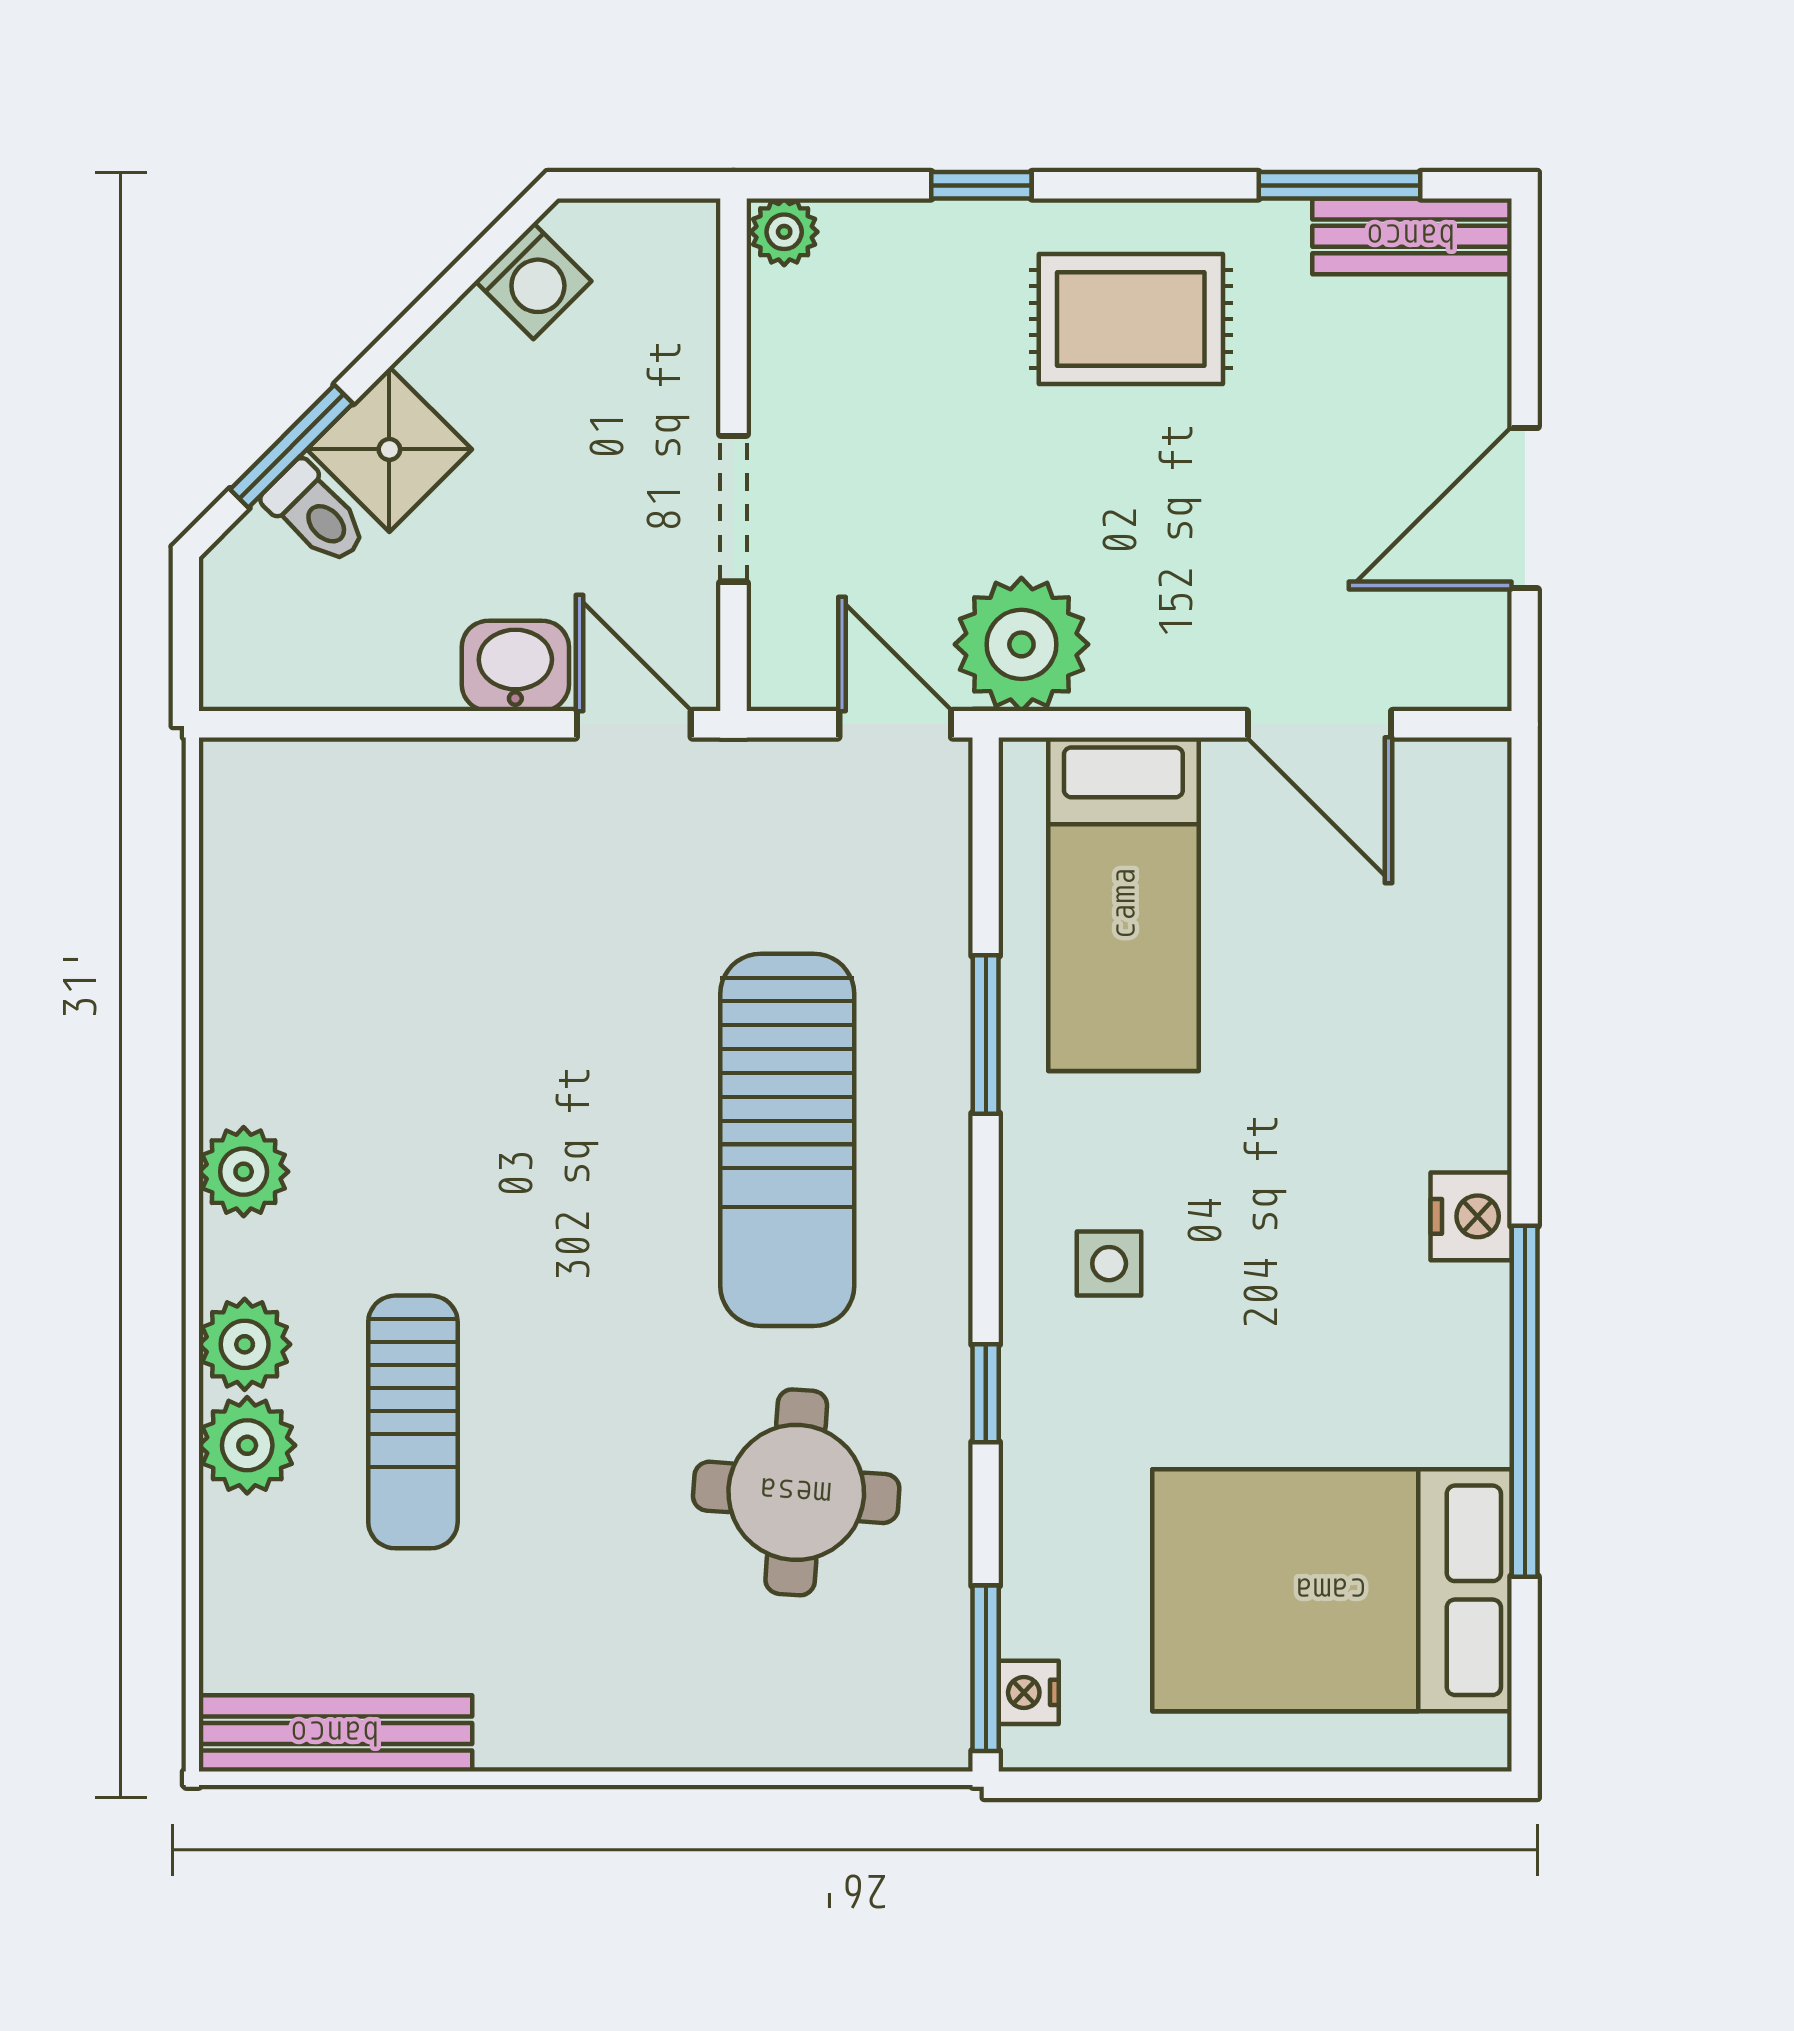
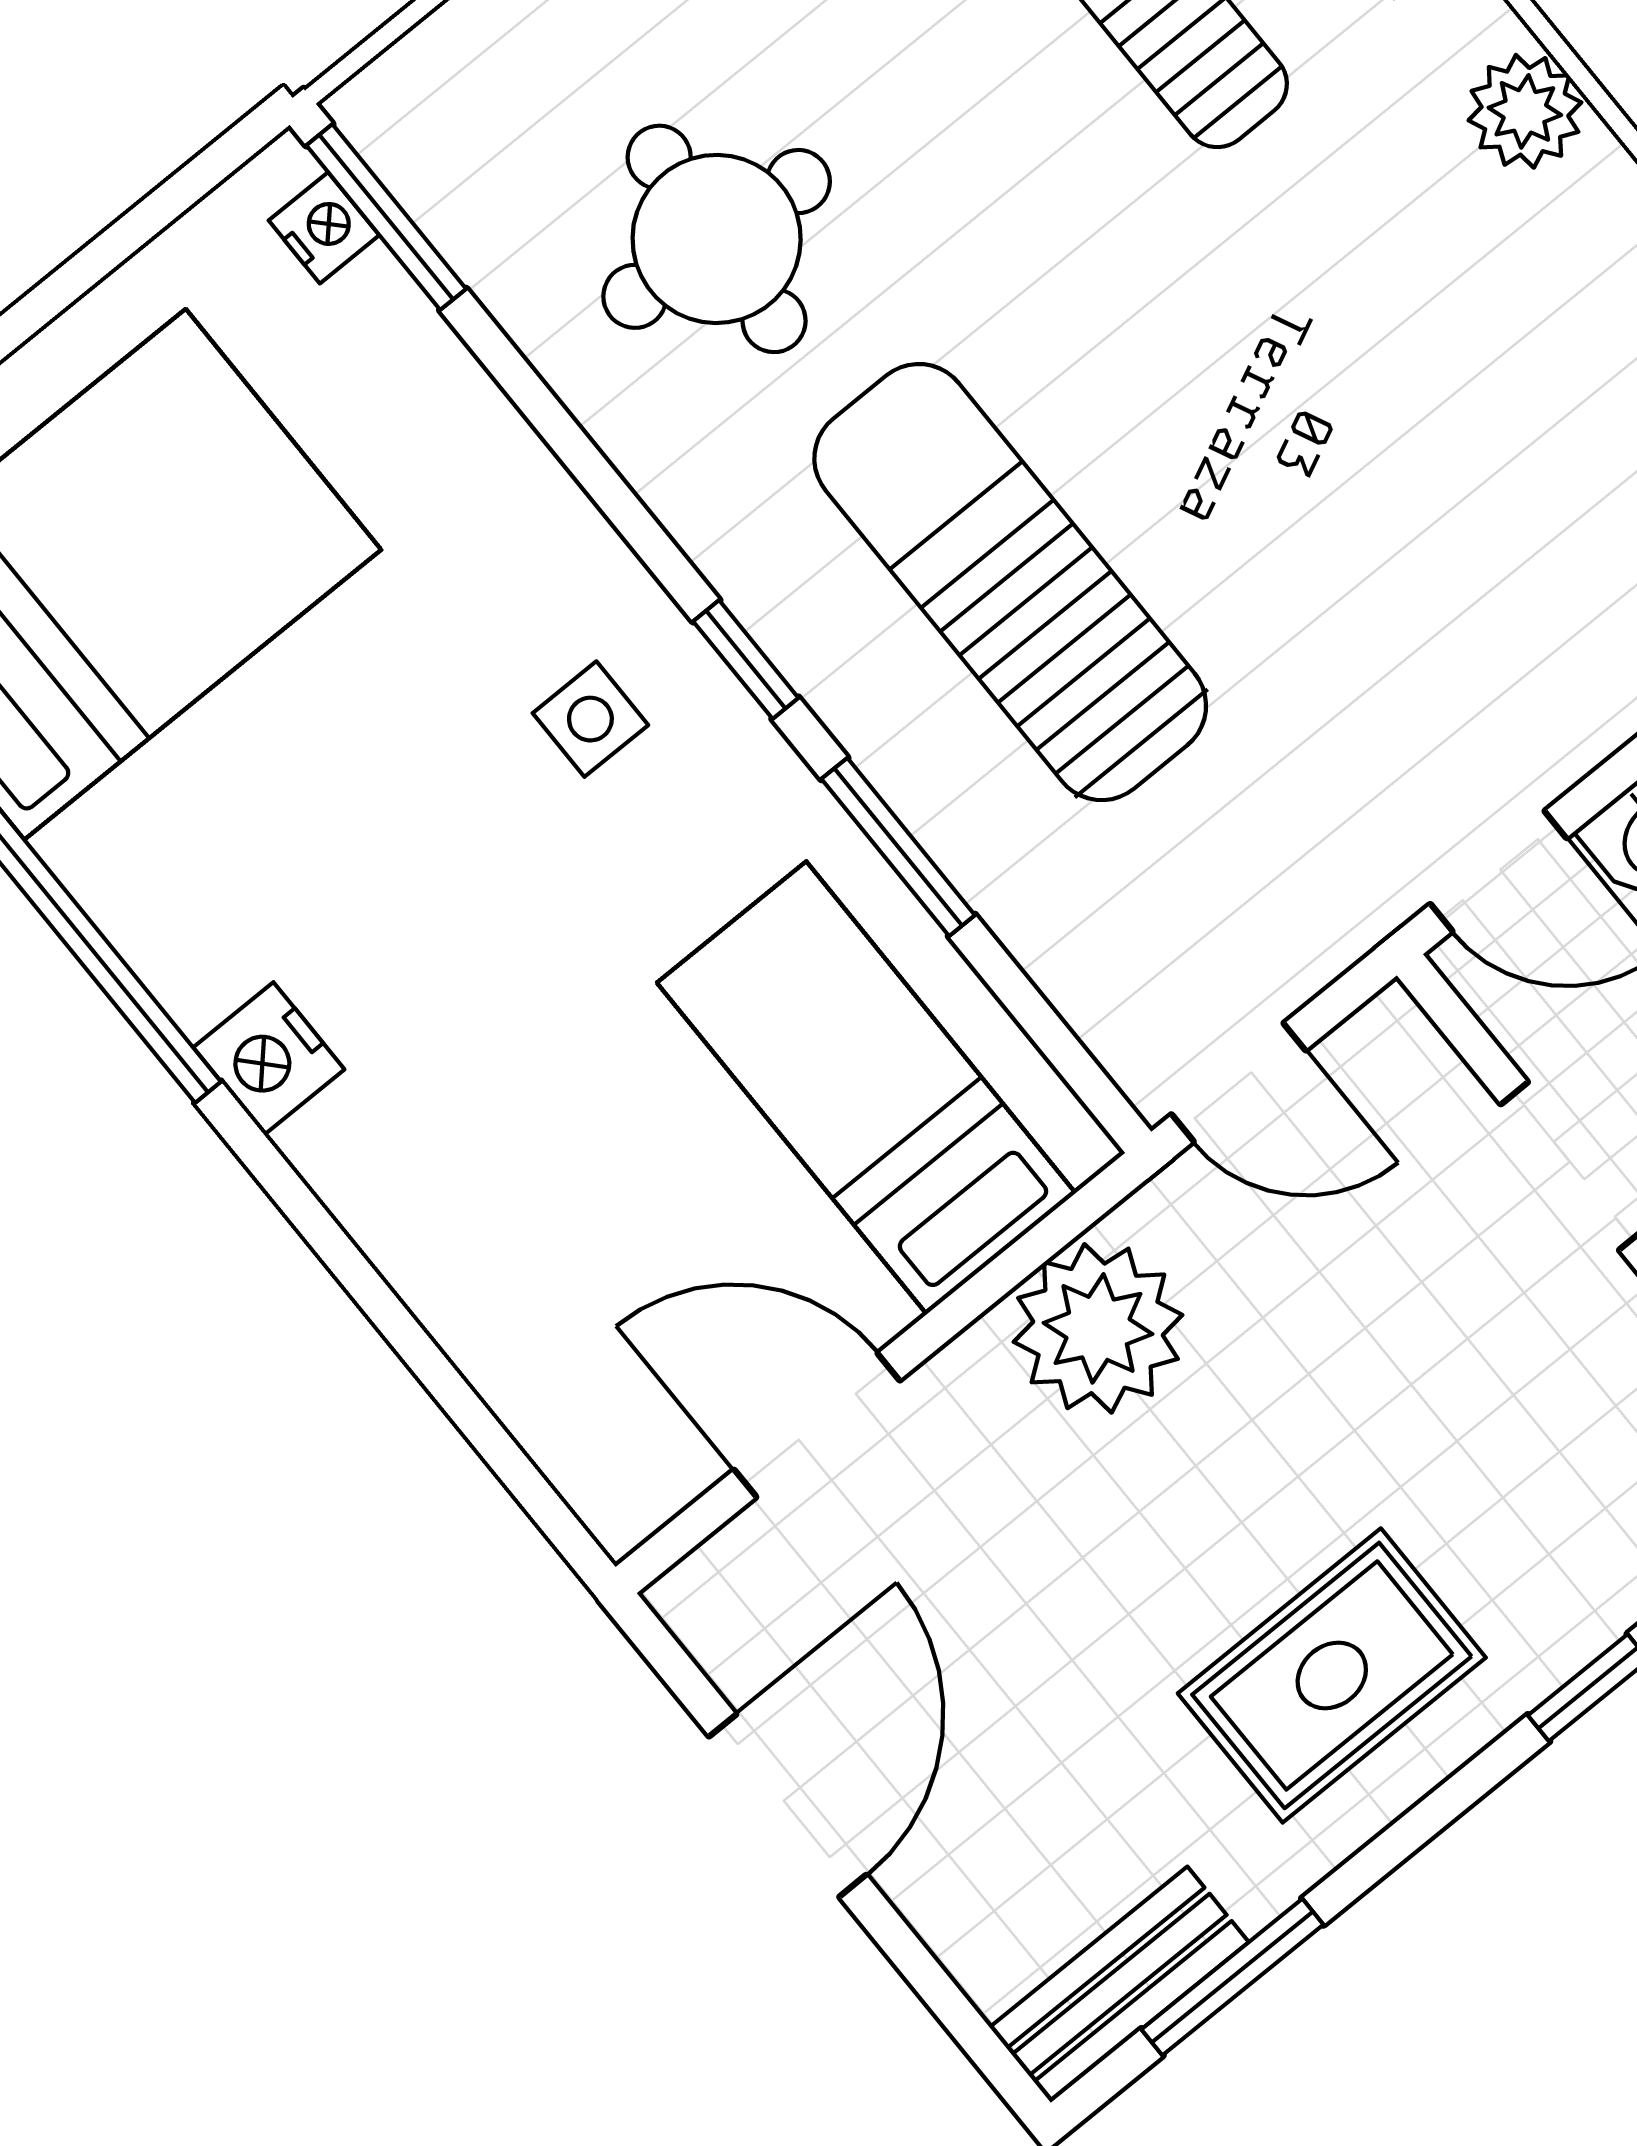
plant: (1021, 644) -> (1098, 1328), moved
window: (986, 1393) -> (746, 660), moved

